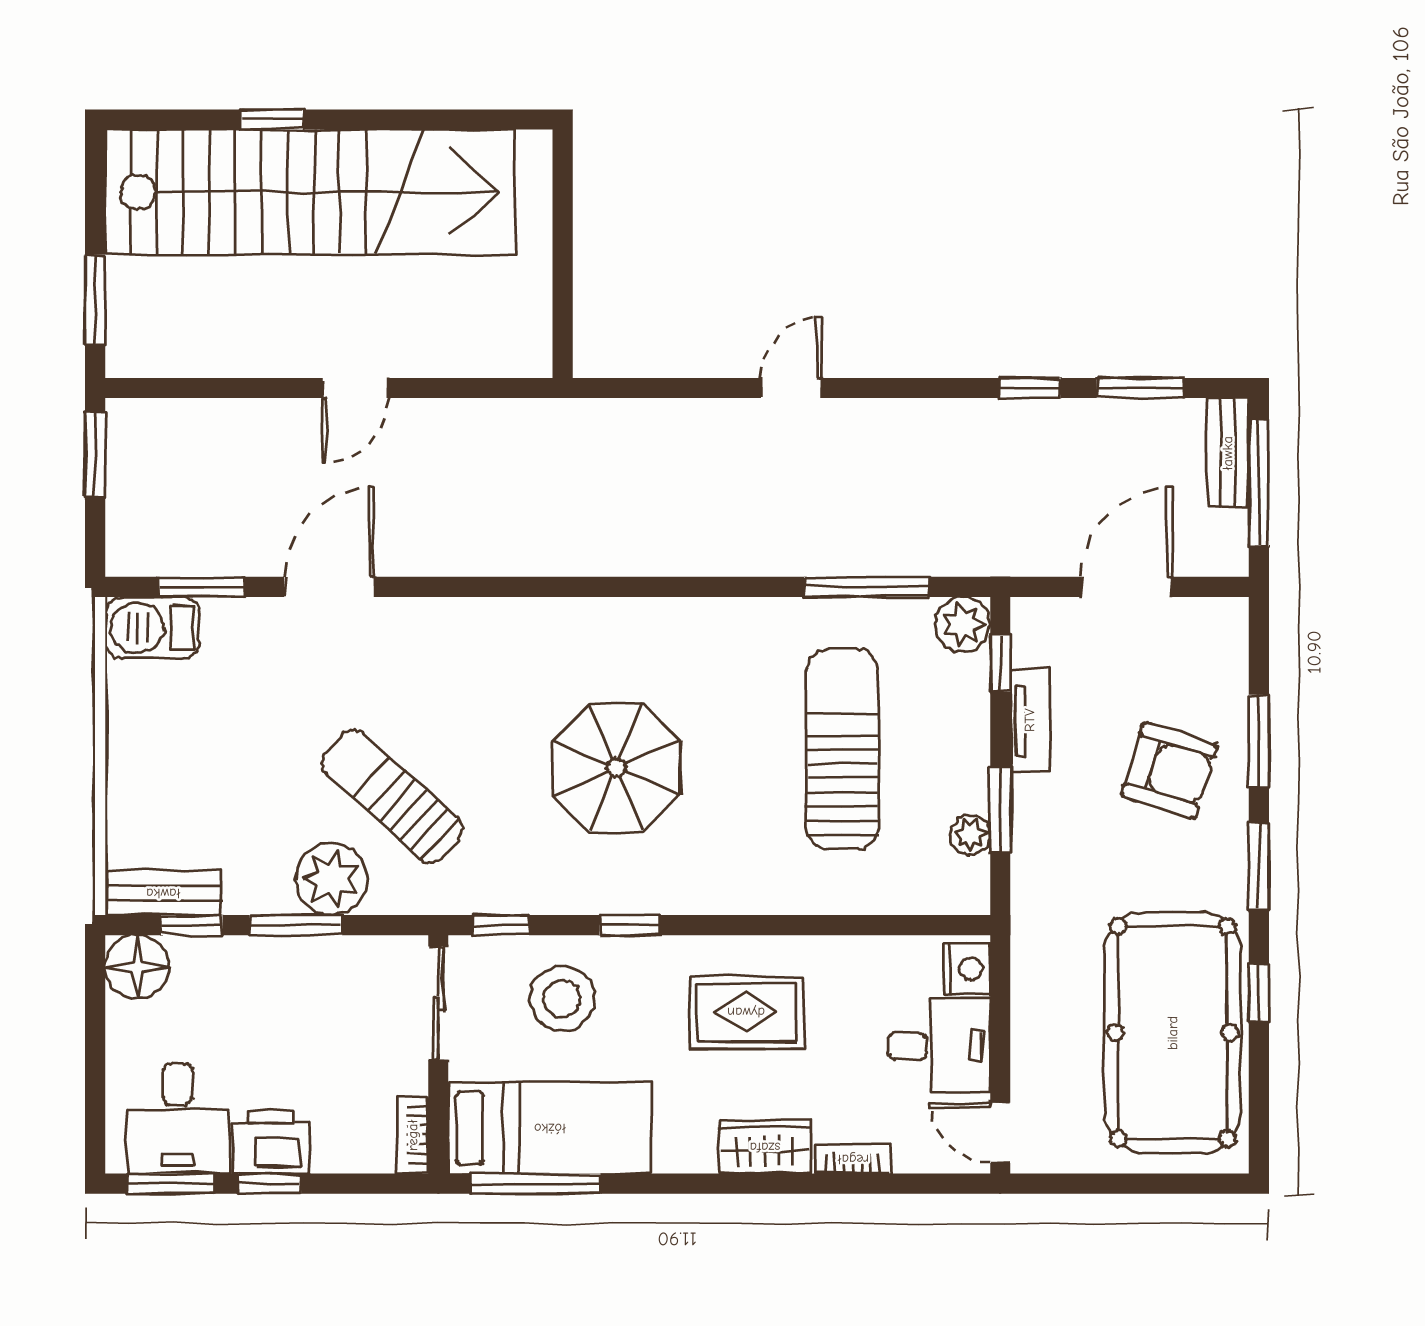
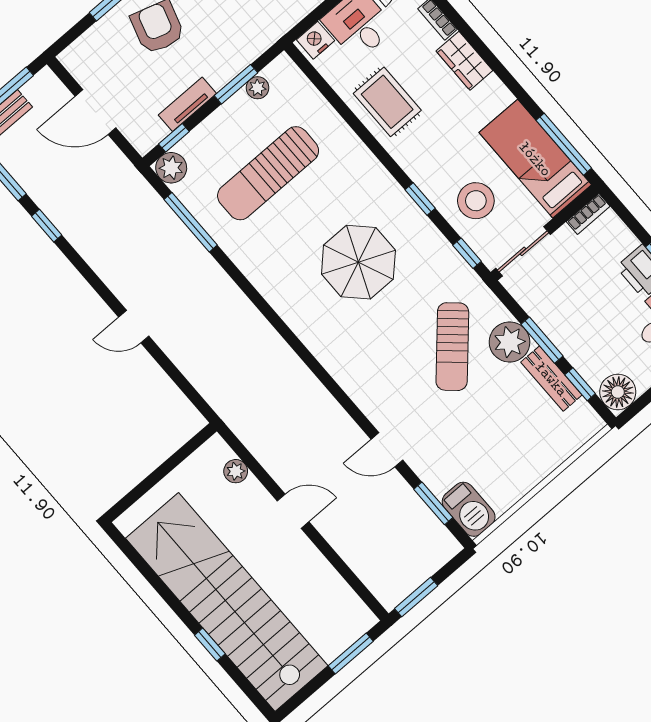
plant: (477, 357) -> (236, 471), added
door: (329, 587) -> (387, 450), width x0.73
bench: (163, 893) -> (551, 379), moved
rug: (746, 1012) -> (387, 102), moved

